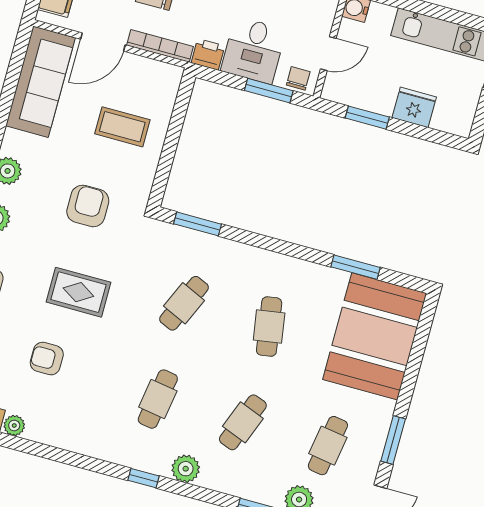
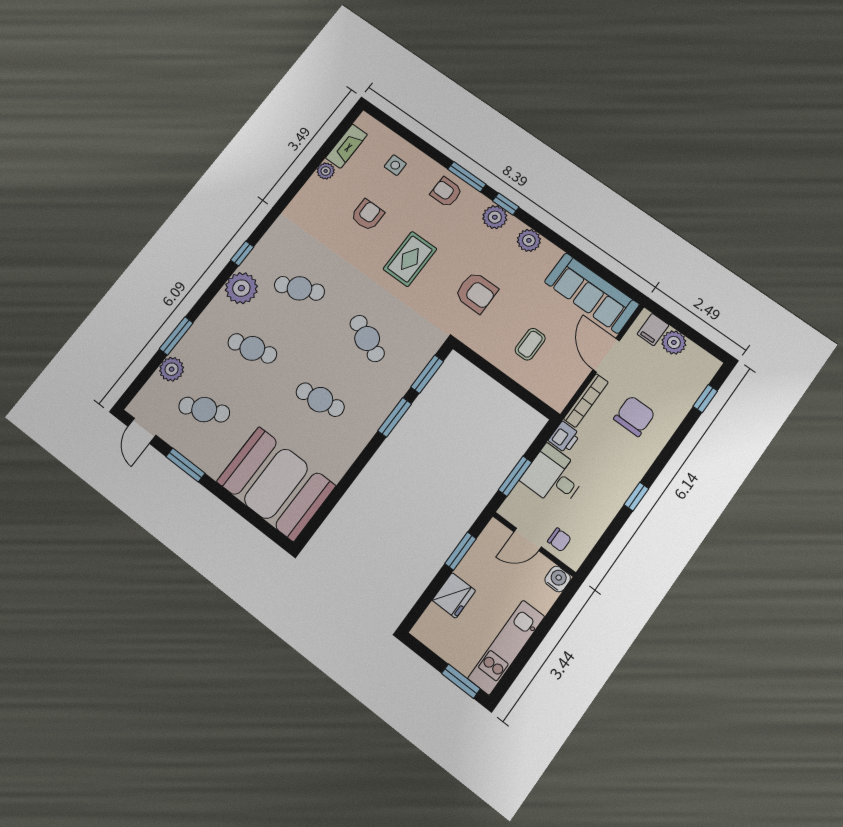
door: (328, 54) -> (528, 539), hinge flipped
chair: (298, 78) -> (559, 540), moved
coffee table: (122, 127) -> (530, 344), width x0.73, depth x0.77
window: (356, 267) -> (395, 417), moved
cafe table: (158, 399) -> (299, 288), turned -33
cafe table: (243, 422) -> (252, 348), turned -36
cafe table: (328, 446) -> (204, 410), turned -33
plant: (186, 469) -> (241, 288), width x1.36, depth x1.36

